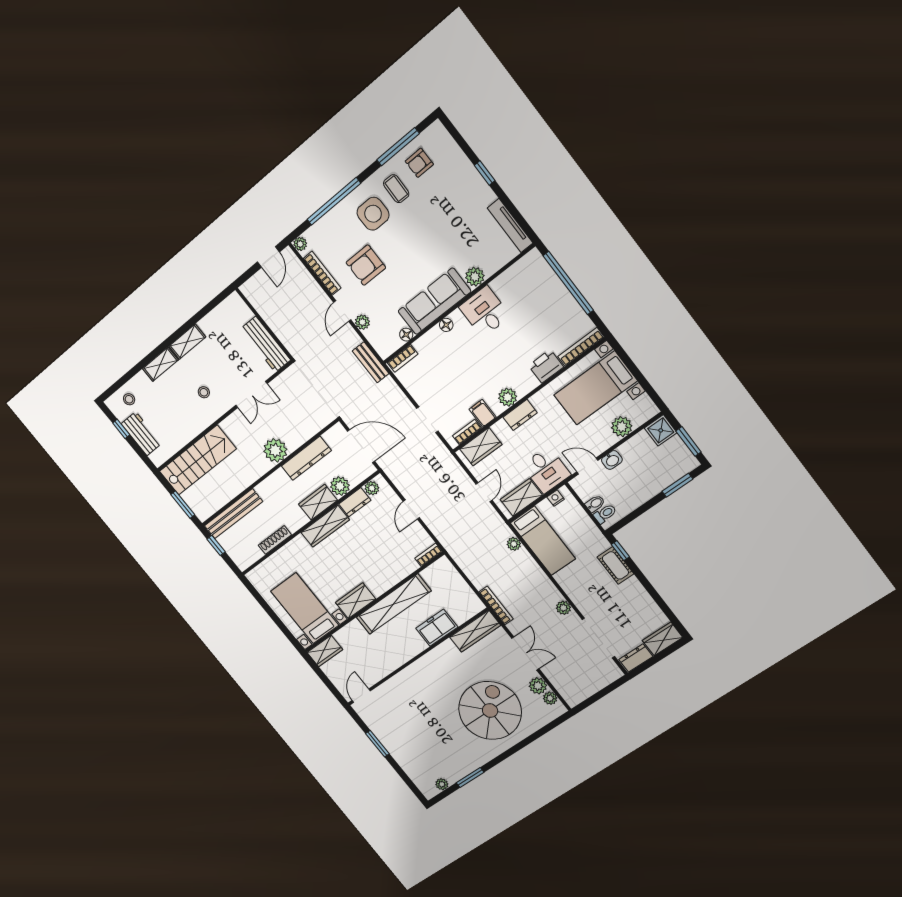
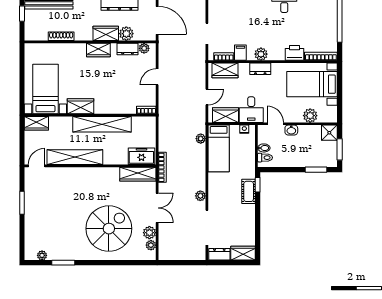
wardrobe: (325, 526) -> (98, 50), width x0.67
freezer: (437, 628) -> (141, 156), moved
shelving: (393, 659) -> (75, 157), added

